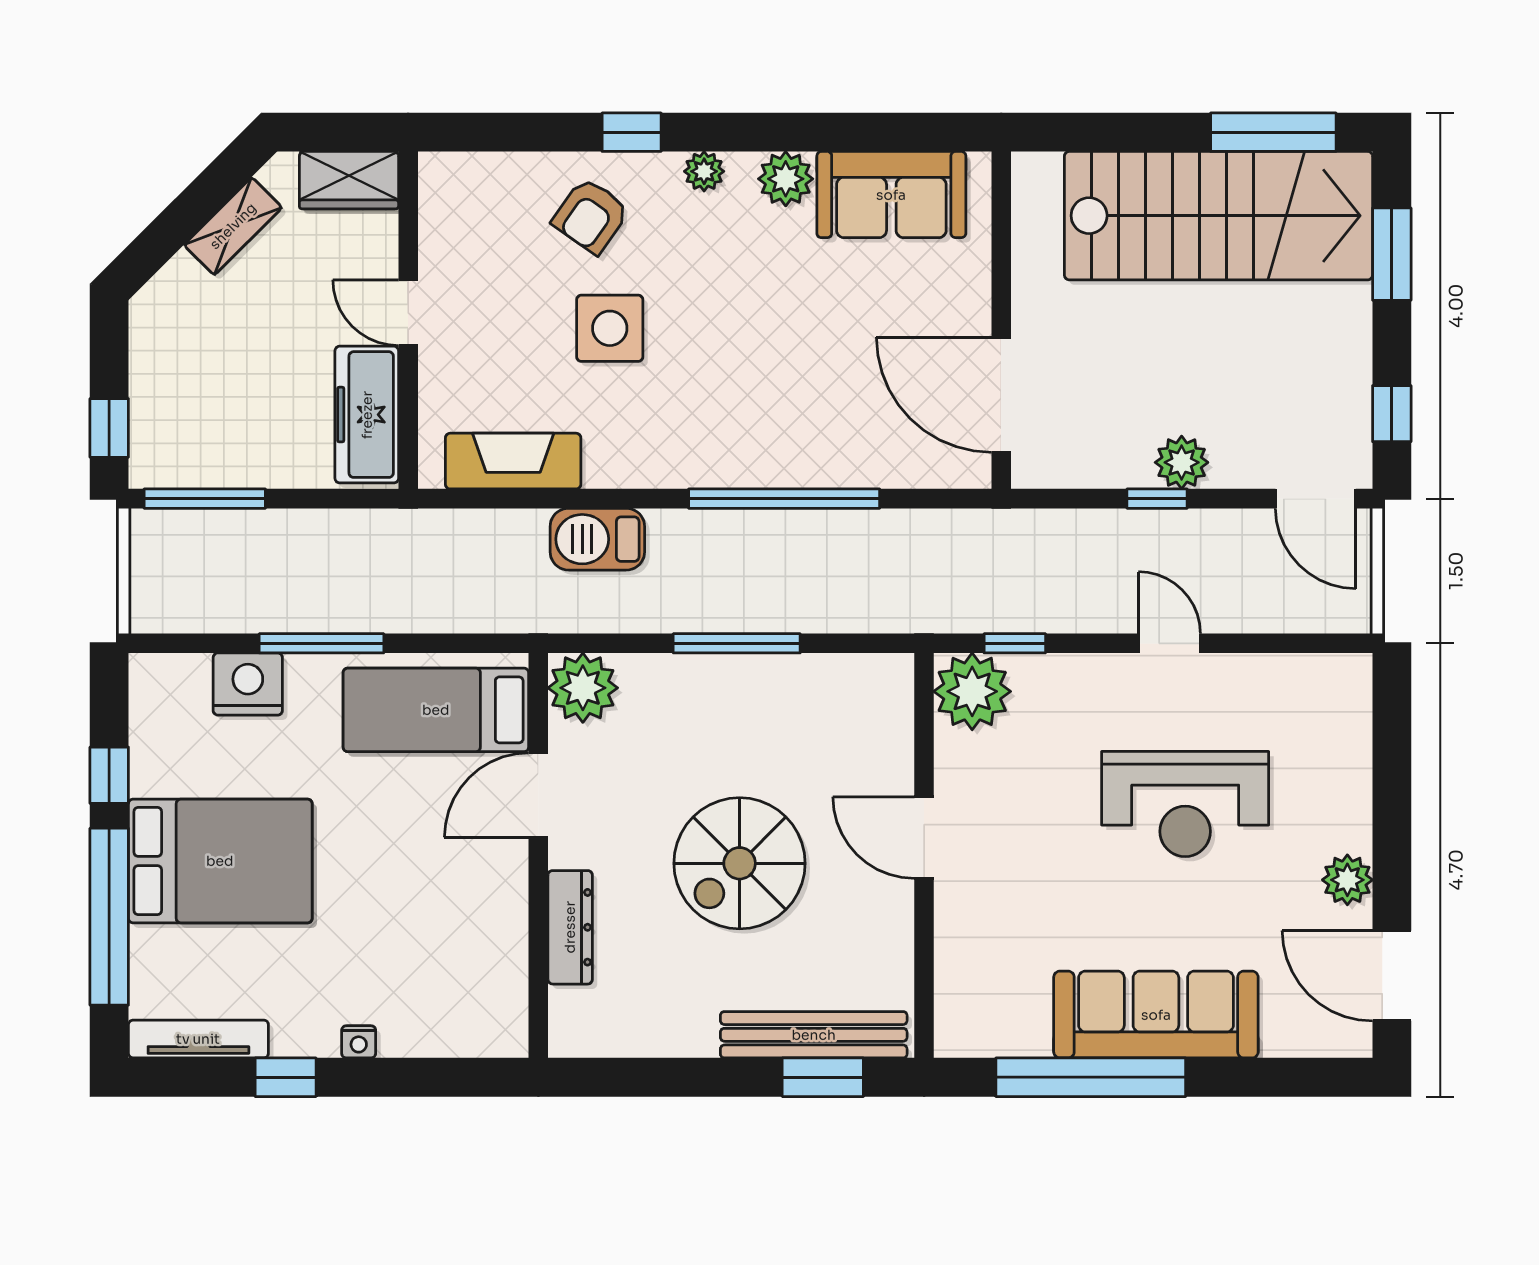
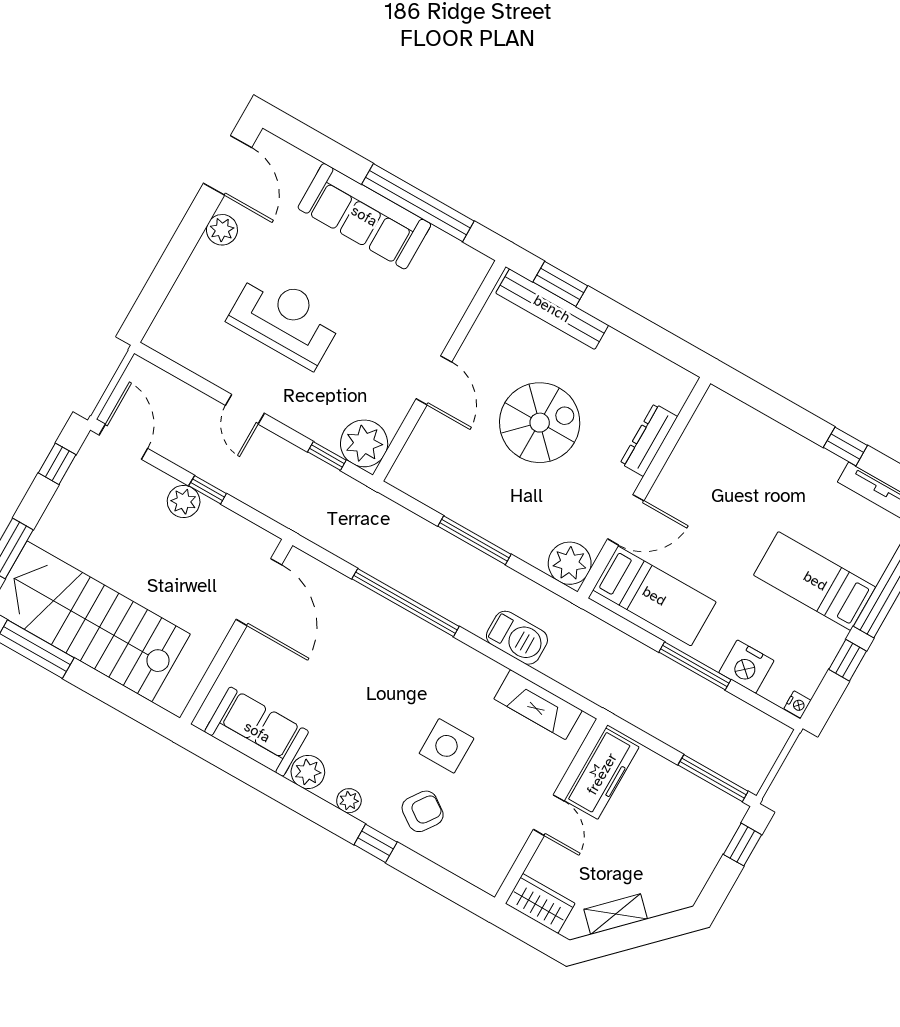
bed: (220, 861) -> (815, 581), width x0.67
nightstand: (359, 1042) -> (797, 704), moved, turned 90

